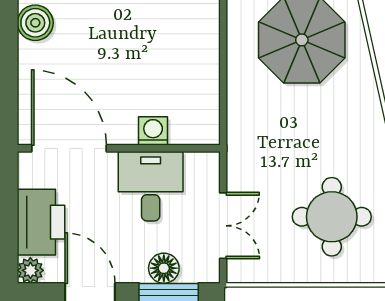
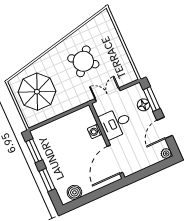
round table: (332, 217) -> (83, 61), moved, turned 38
printer: (41, 222) -> (147, 158), removed
double door: (223, 226) -> (108, 95), moved

